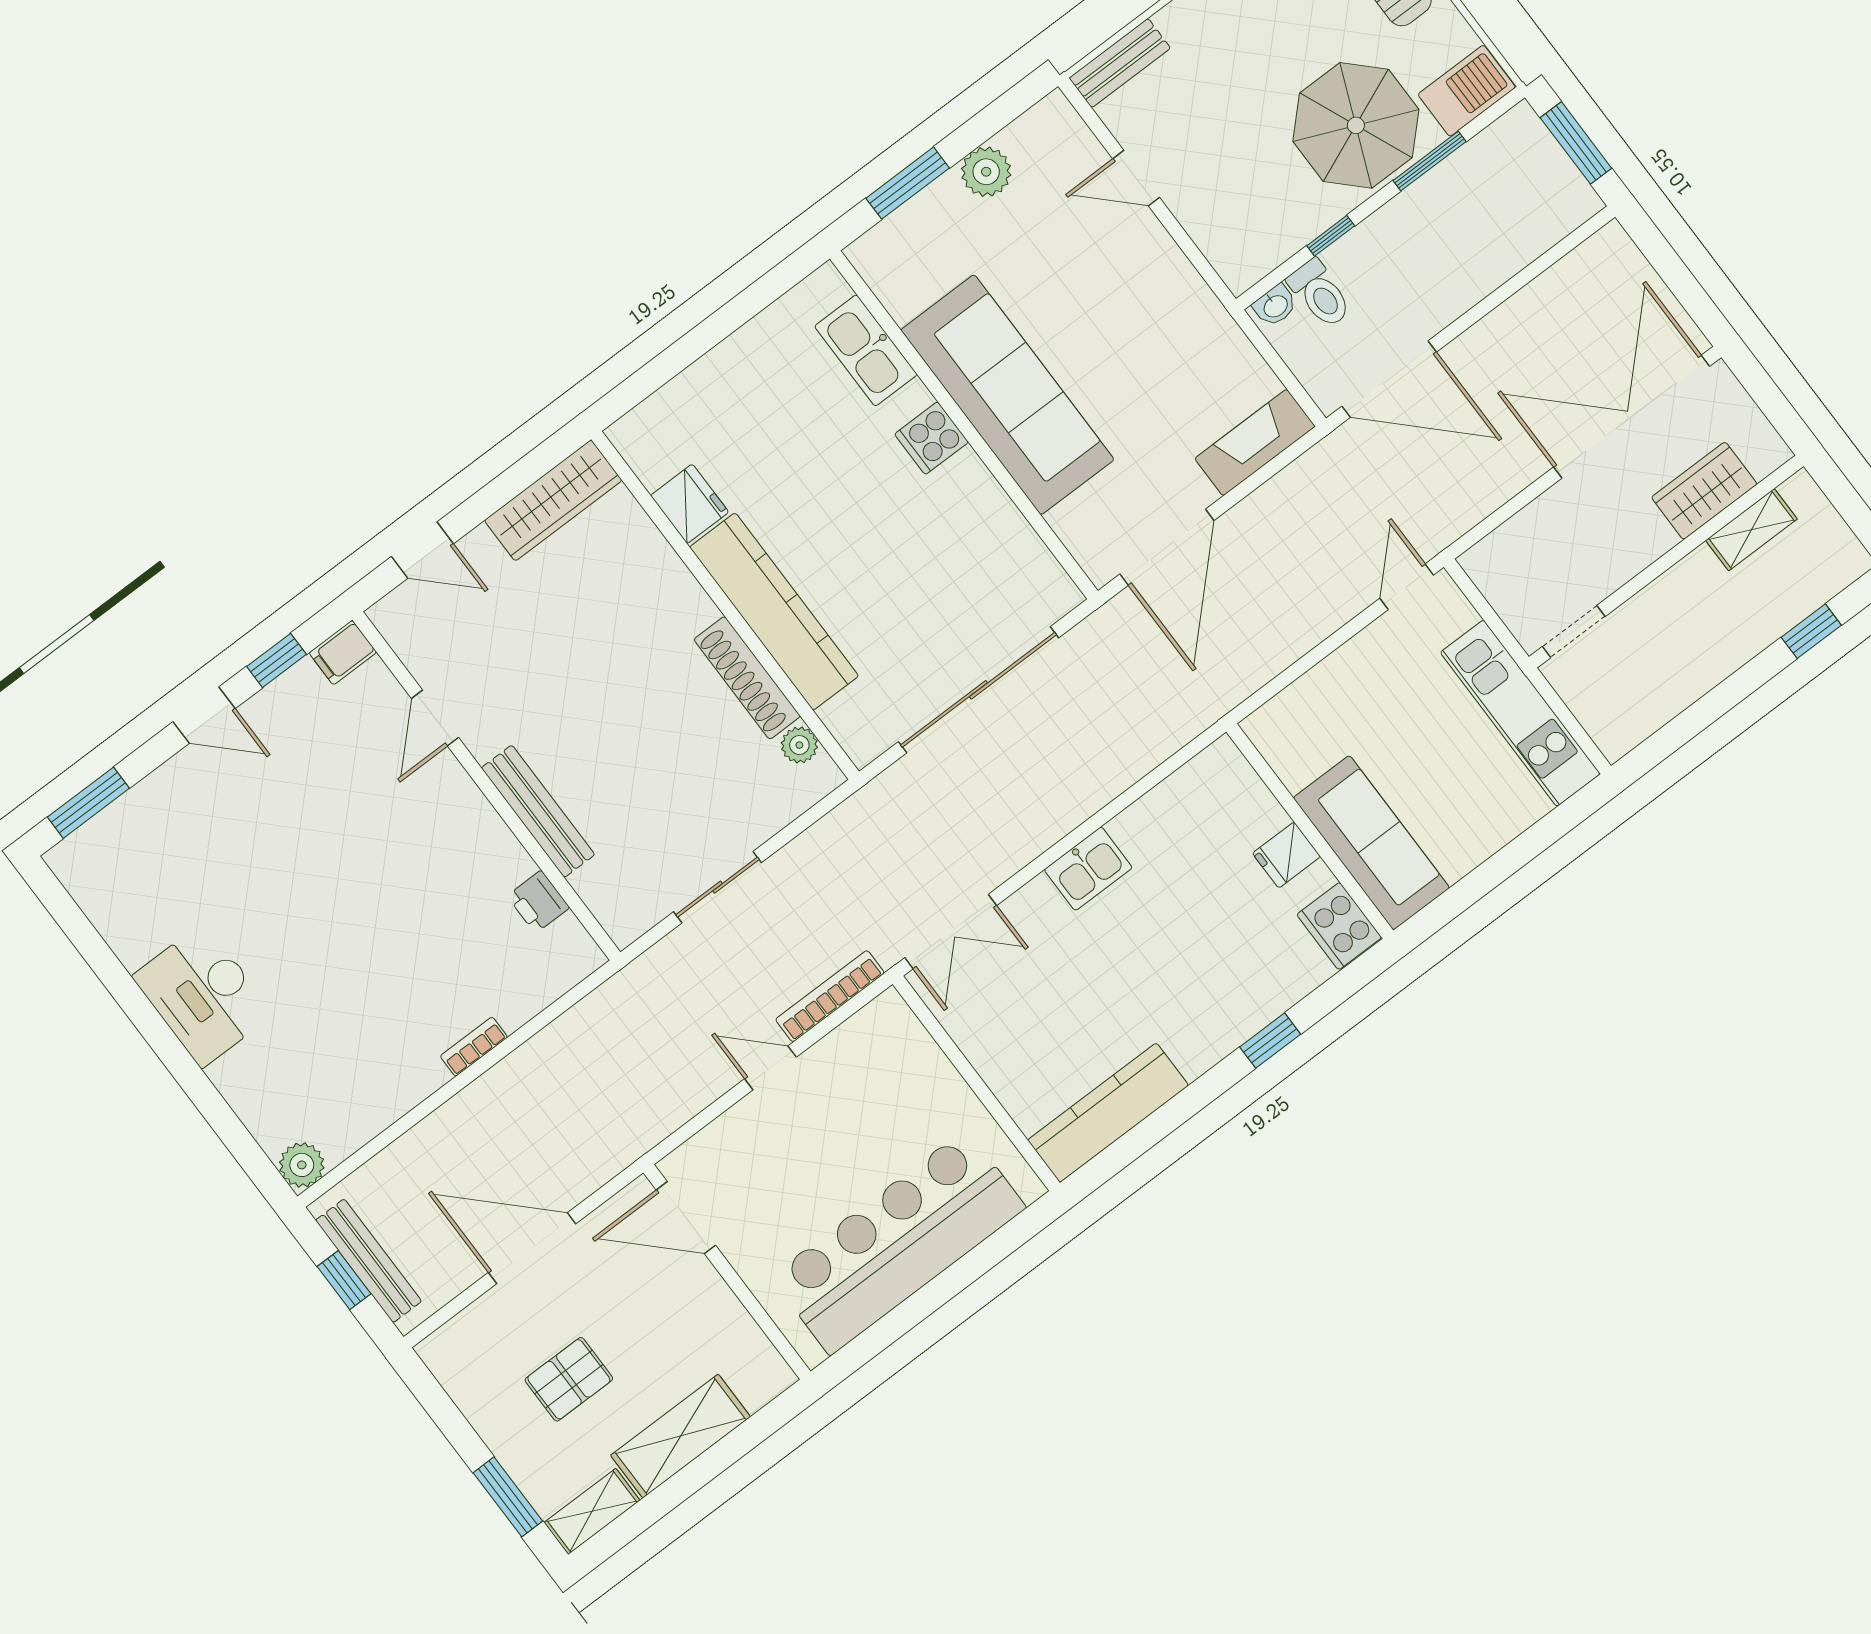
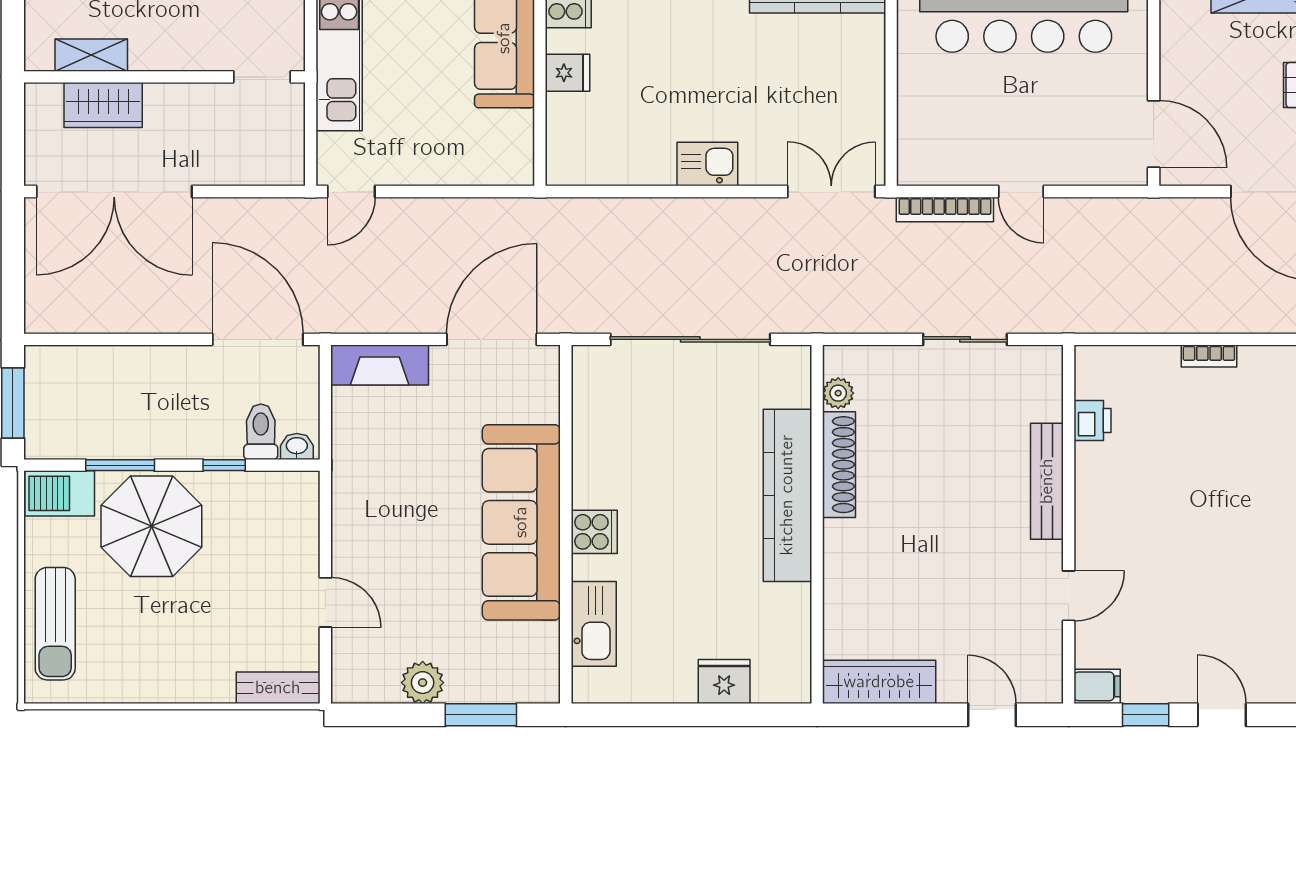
fridge: (690, 504) -> (724, 682), moved, turned 90

